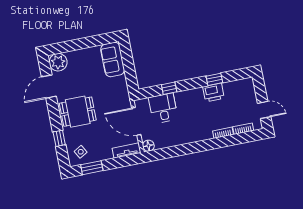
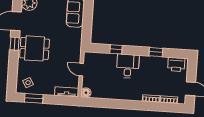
printer: (213, 93) -> (176, 64), moved
desk: (163, 108) -> (128, 66), moved
door: (136, 121) -> (81, 70), width x0.53
window: (59, 138) -> (15, 44), moved

